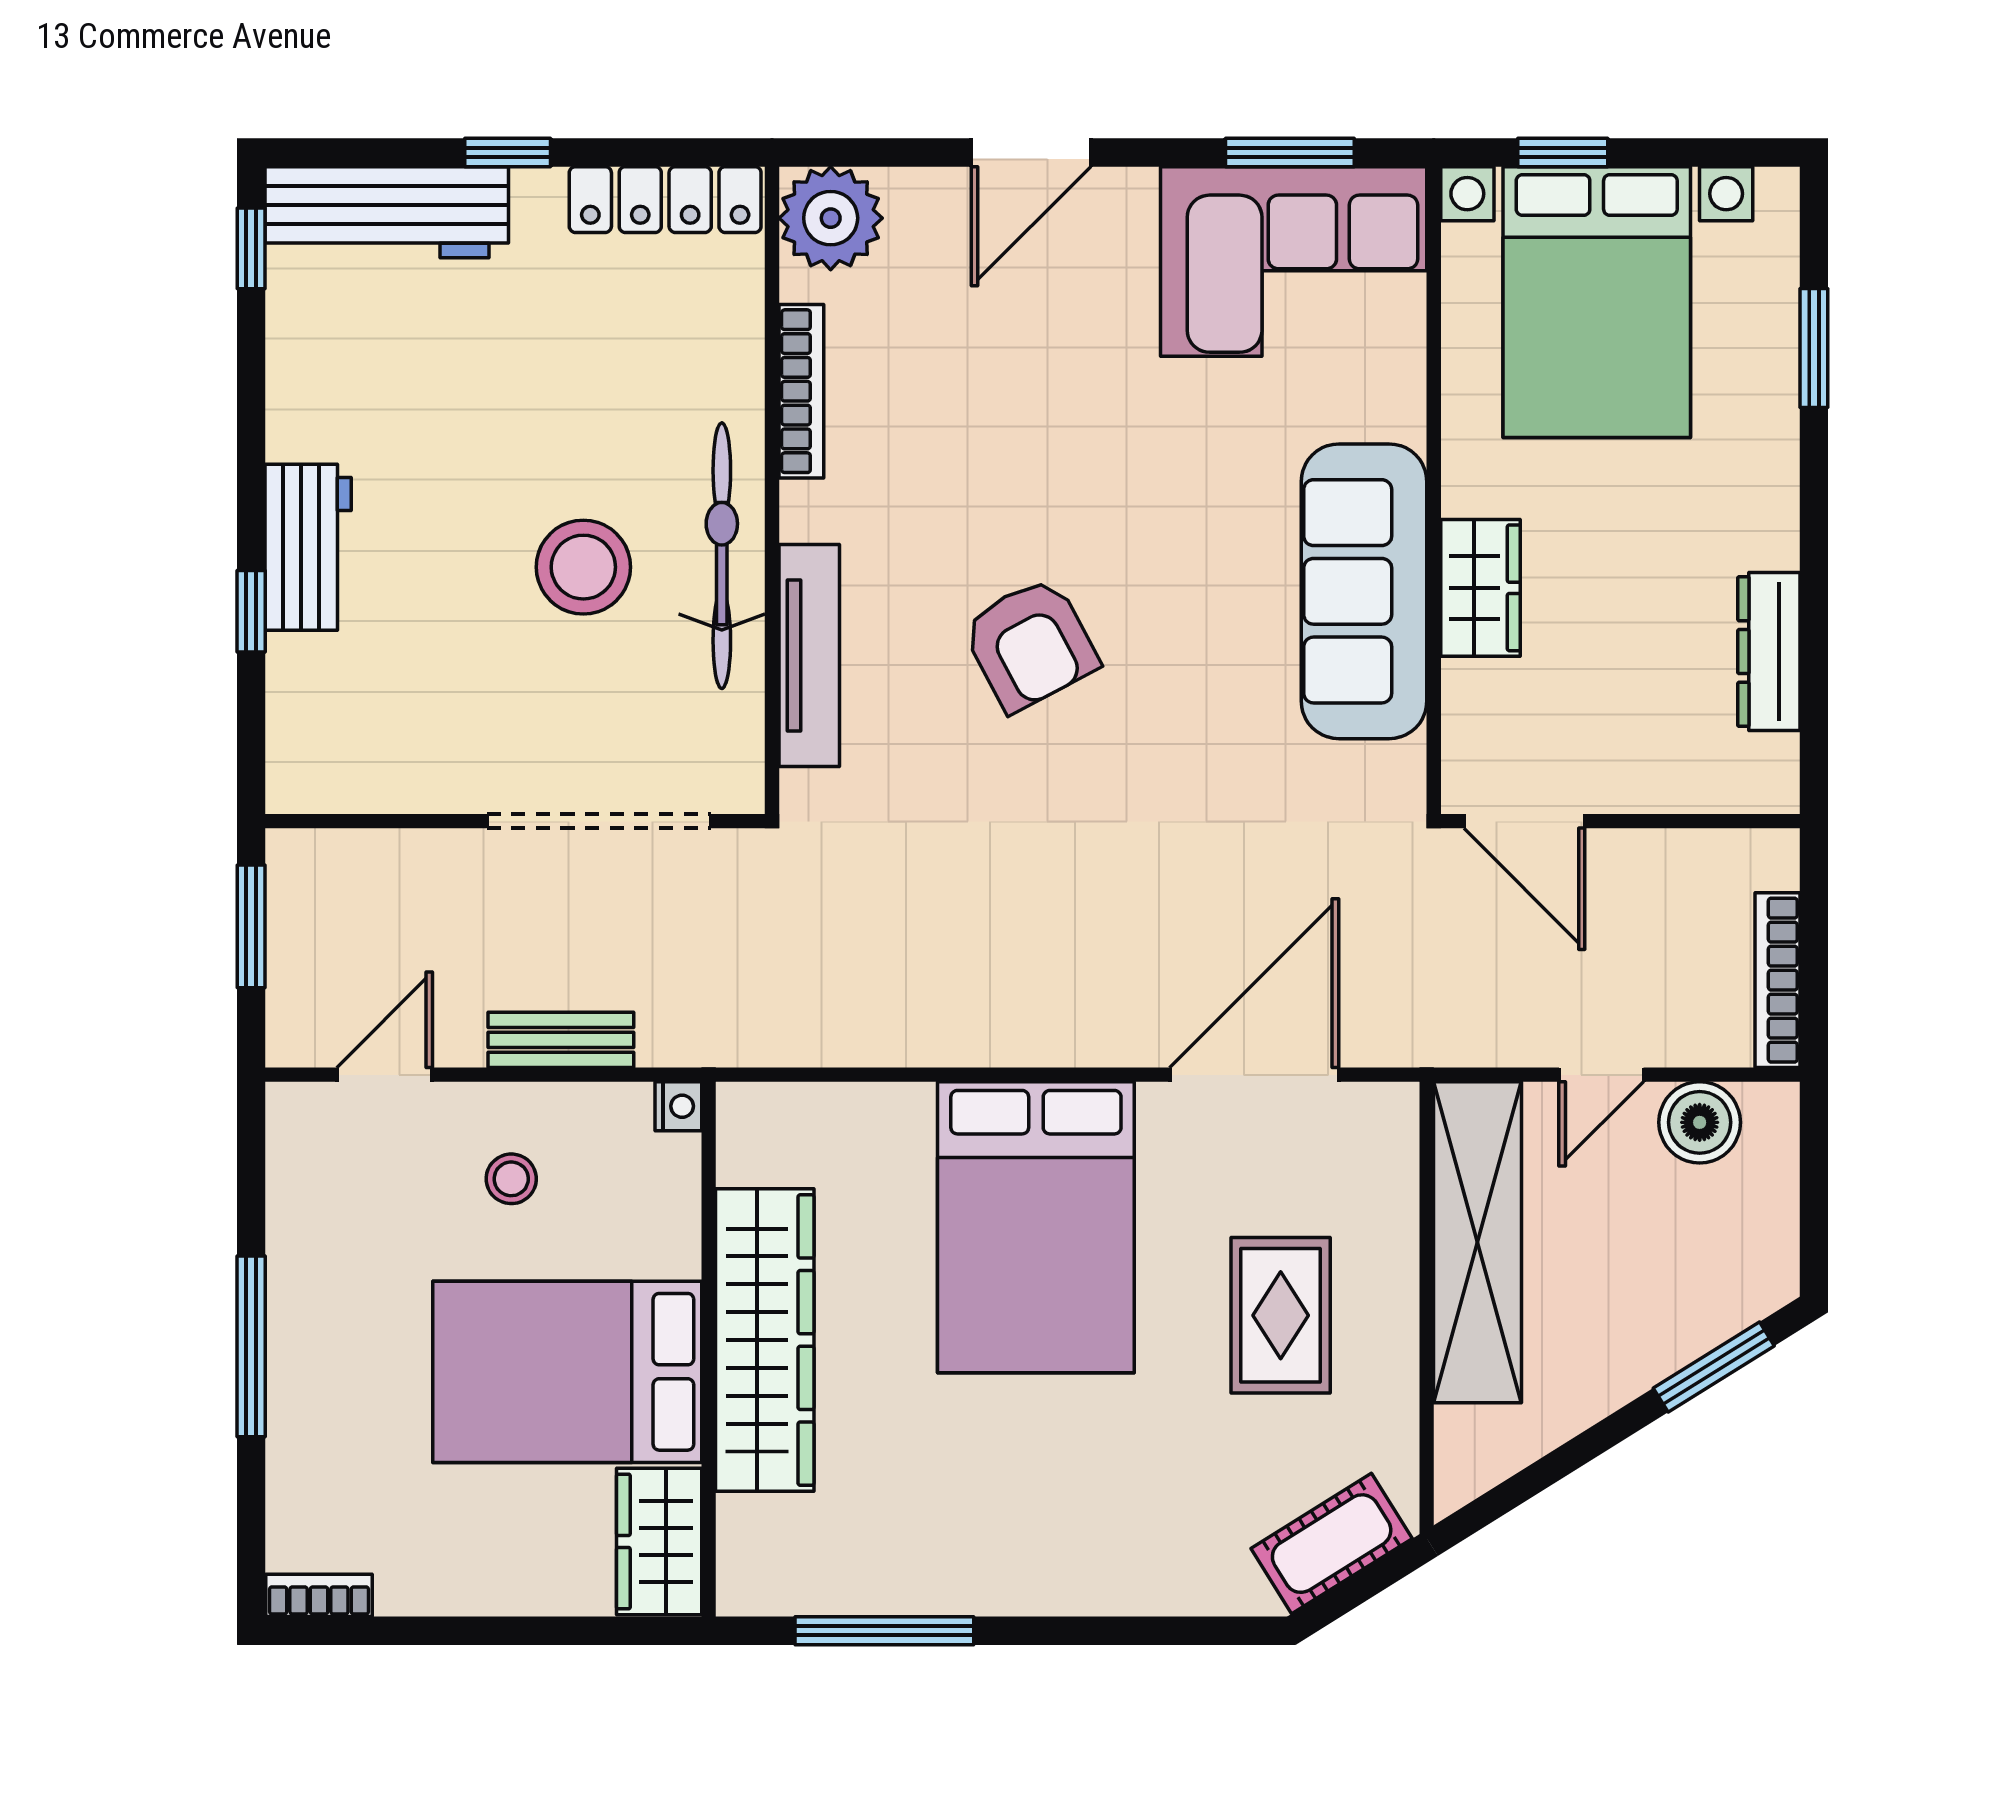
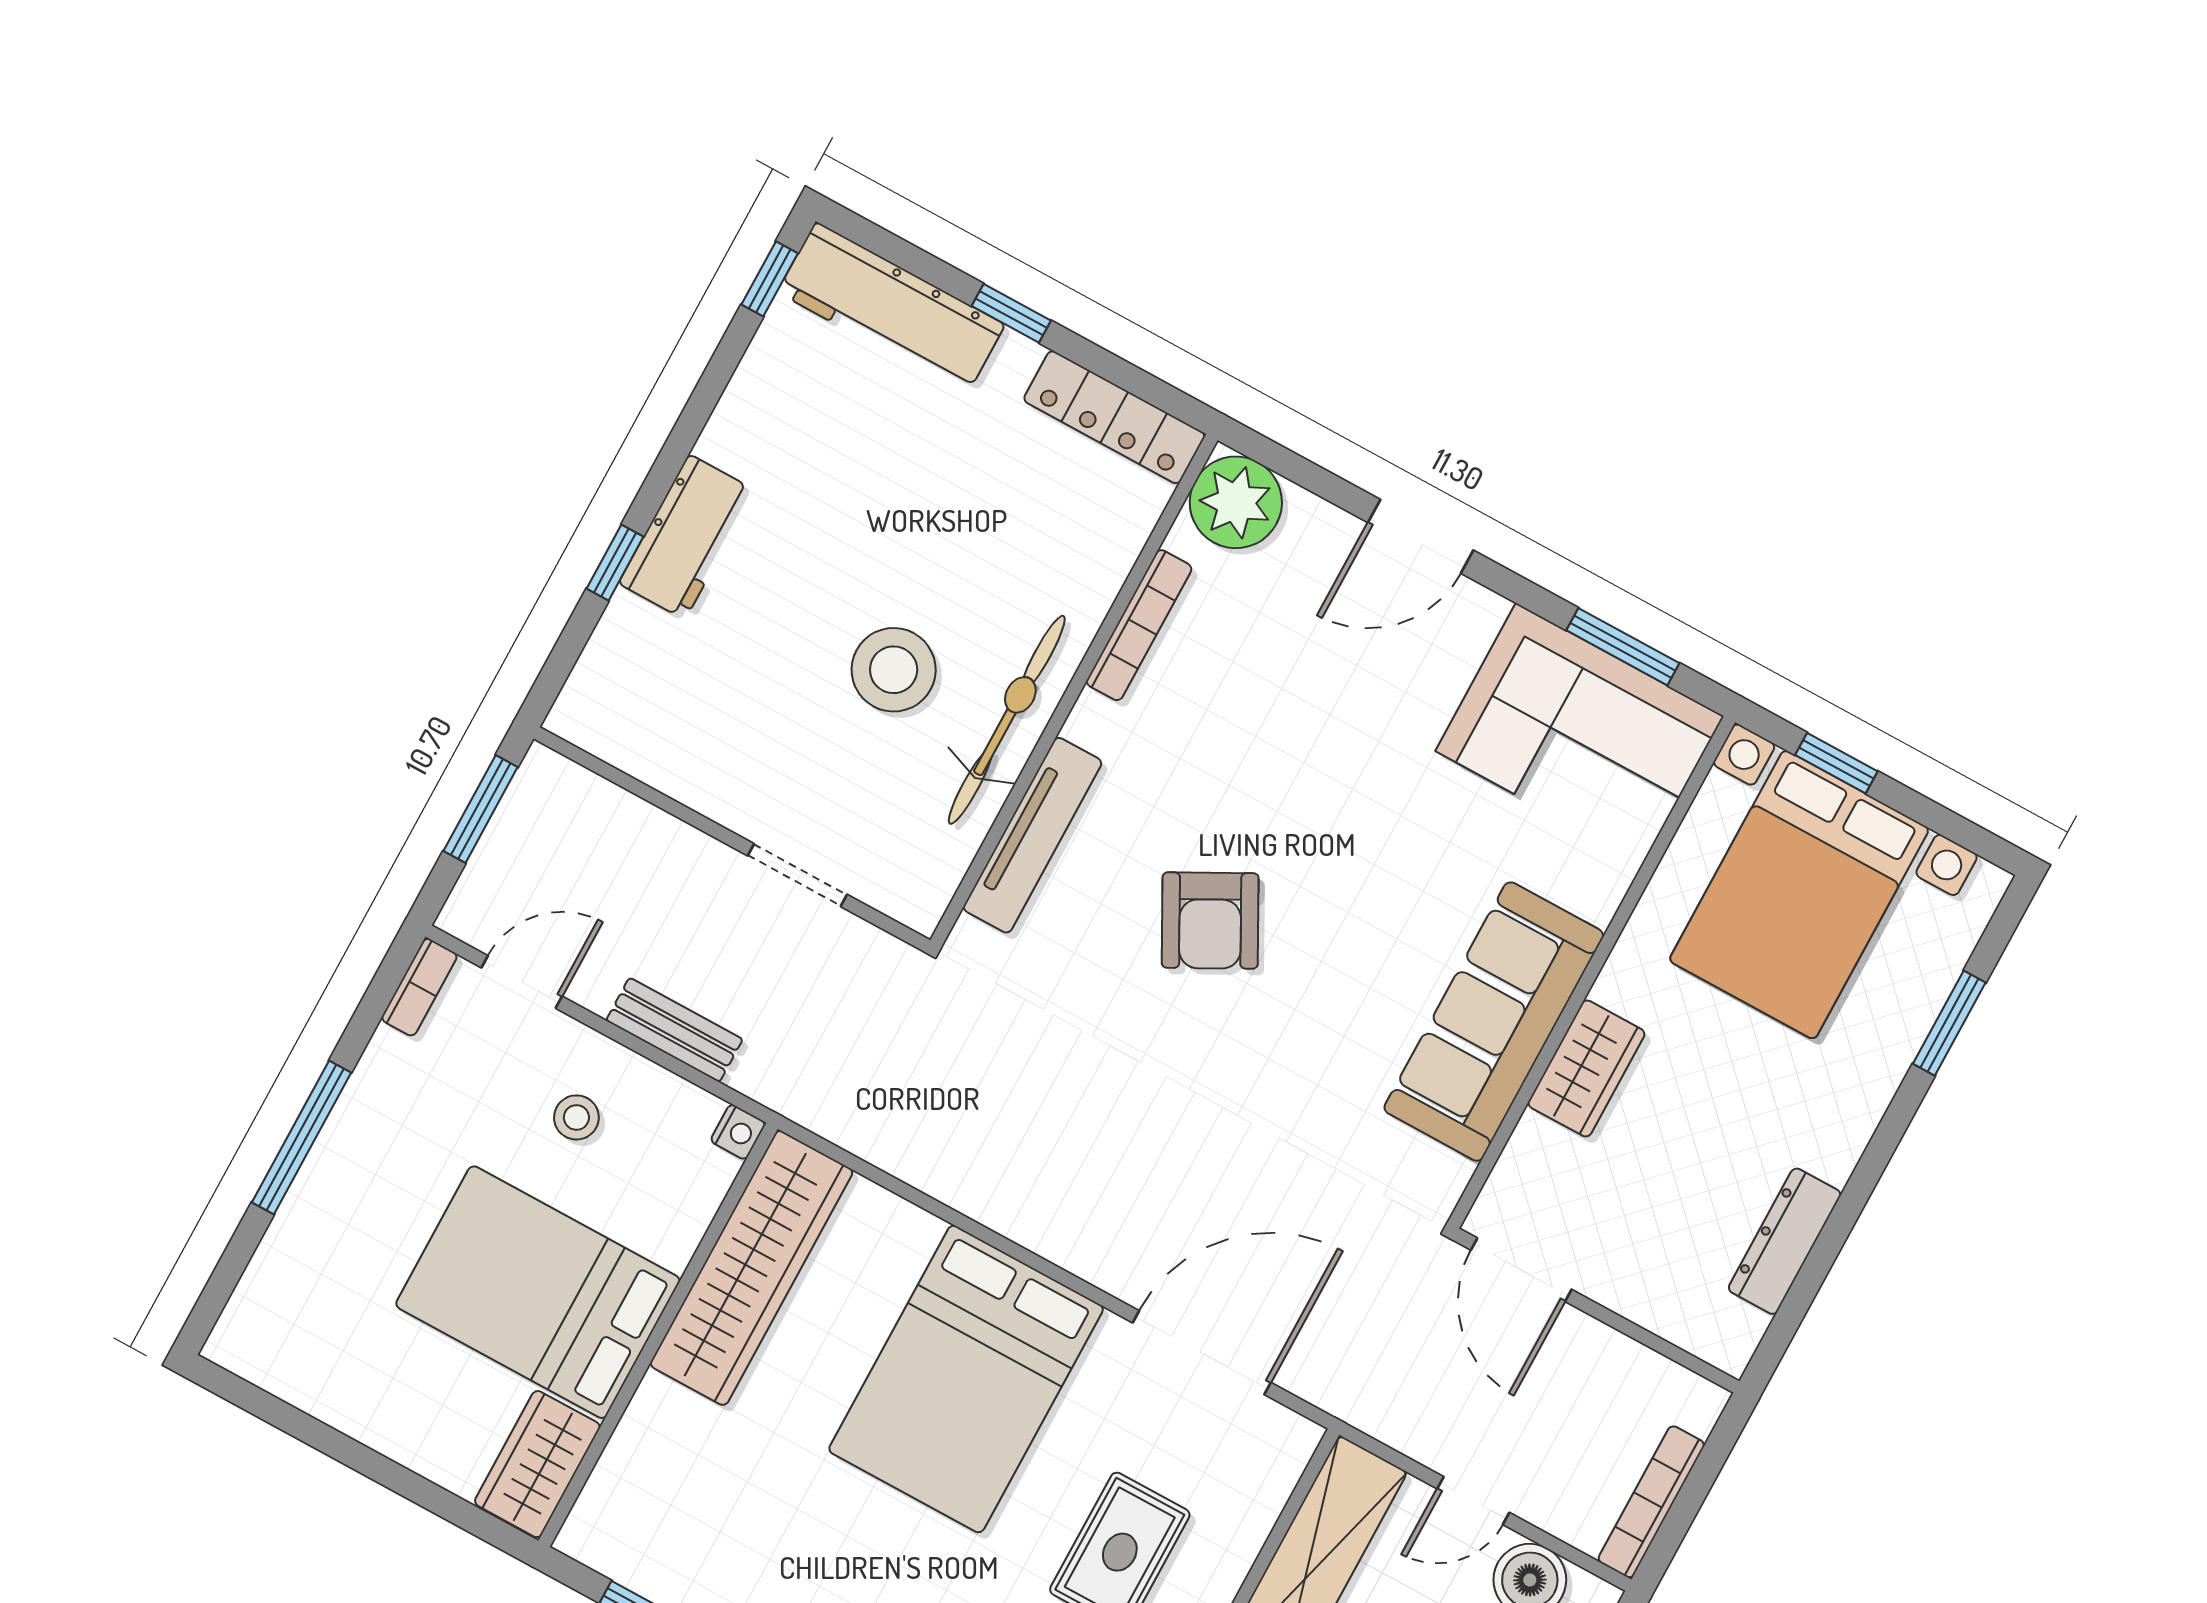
doorway: (599, 821) -> (797, 875), width x0.53
wardrobe: (765, 1340) -> (751, 1268), moved
bookcase: (319, 1595) -> (419, 987), moved, turned 90

